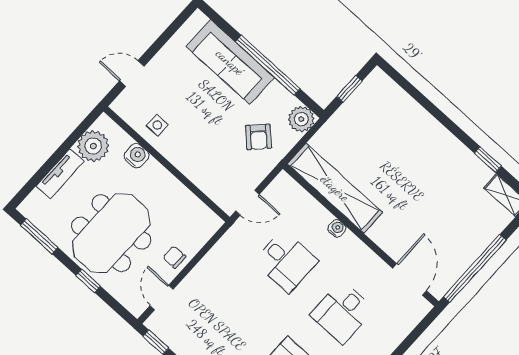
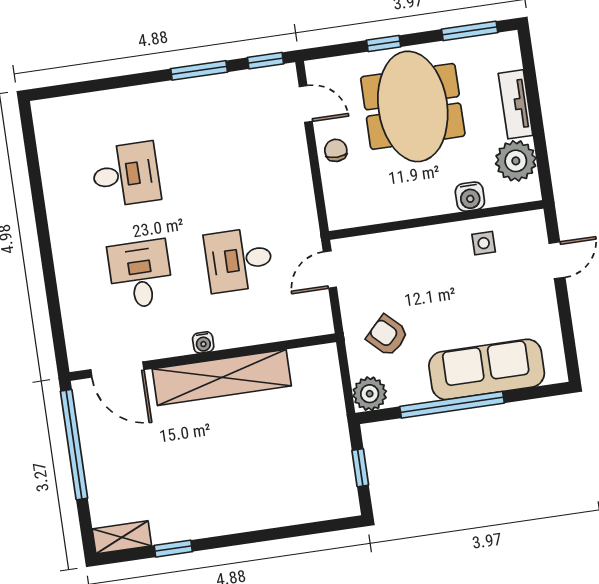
shelving: (335, 188) -> (222, 377), moved
water cooler: (337, 228) -> (203, 342), moved
chair: (174, 257) -> (336, 150), turned -90

